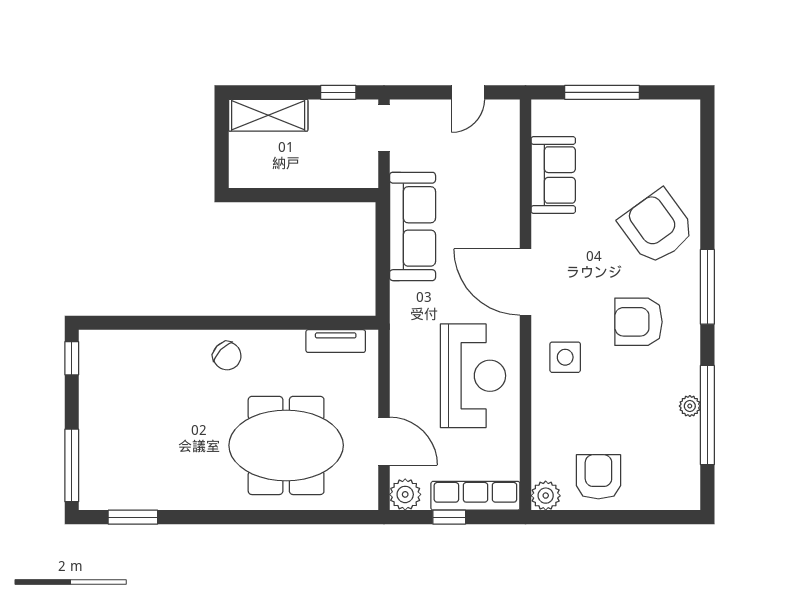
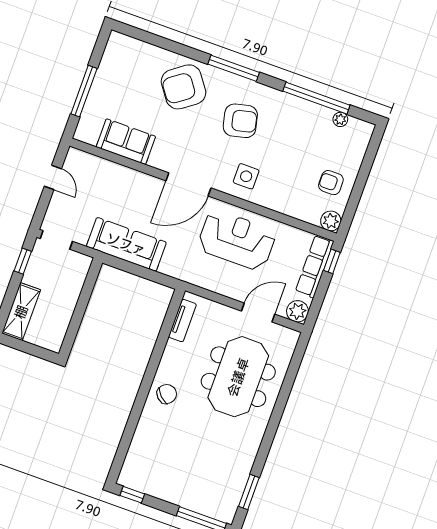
armchair: (639, 322) -> (240, 121), turned -103
plant: (690, 406) -> (340, 119), moved
armchair: (598, 477) -> (331, 183), width x0.72, depth x0.72
window: (449, 517) -> (332, 261), moved

